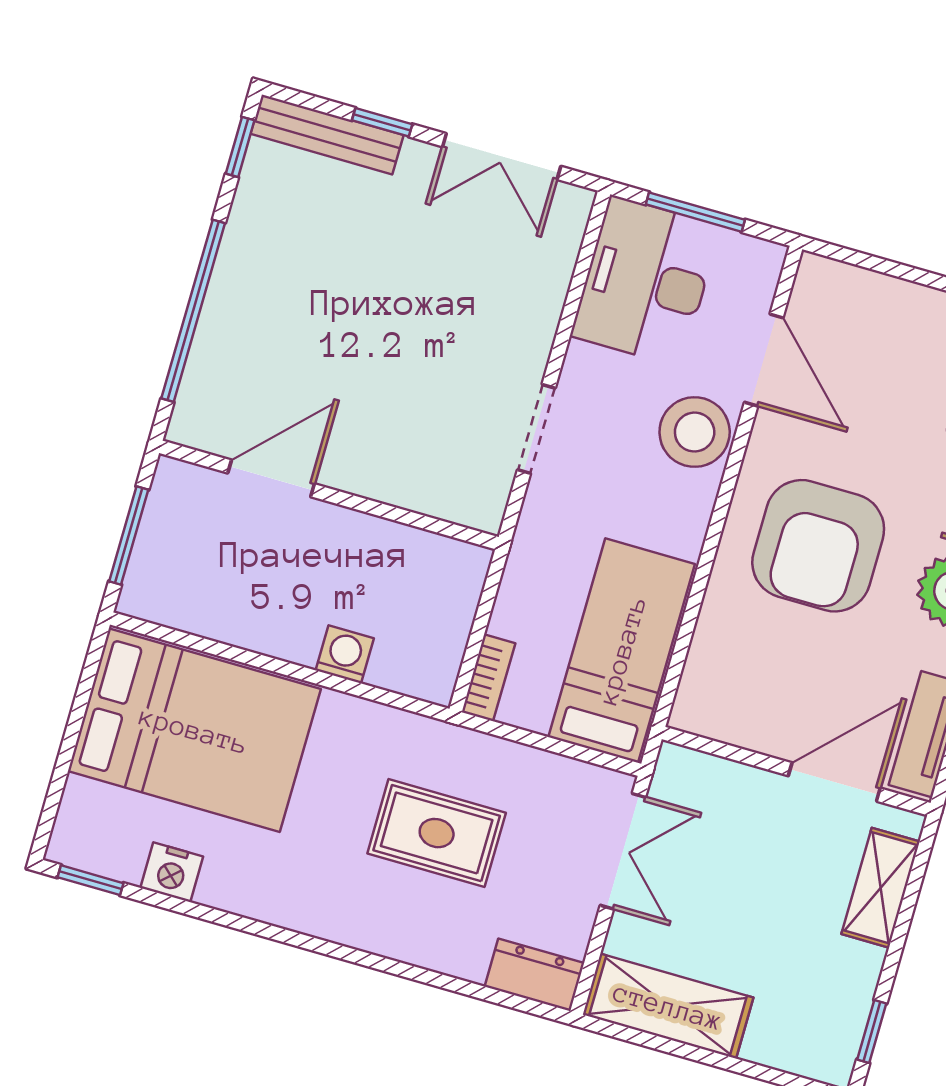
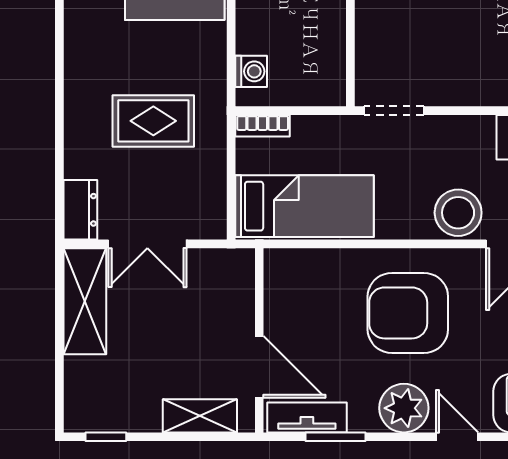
doorway: (536, 429) -> (394, 111), moved
washing machine: (345, 654) -> (251, 71), moved
rug: (437, 833) -> (153, 121), turned 90
double door: (623, 851) -> (147, 244), moved

